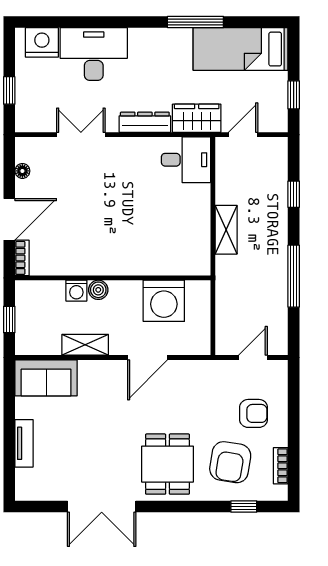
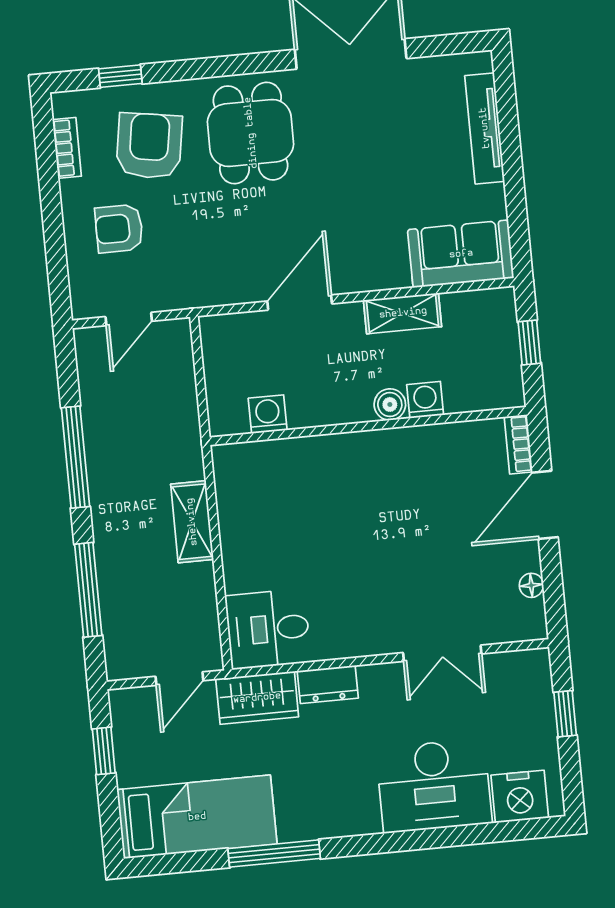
dresser: (145, 122) -> (328, 684), width x0.70
window: (294, 194) -> (88, 590), width x2.17
washing machine: (164, 301) -> (268, 414), width x0.53, depth x0.53
tv unit: (24, 443) -> (485, 128), width x1.41

